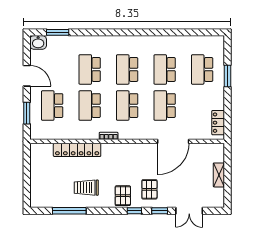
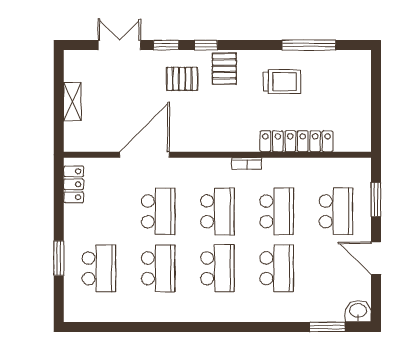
pallet: (149, 189) -> (182, 79), turned 90

